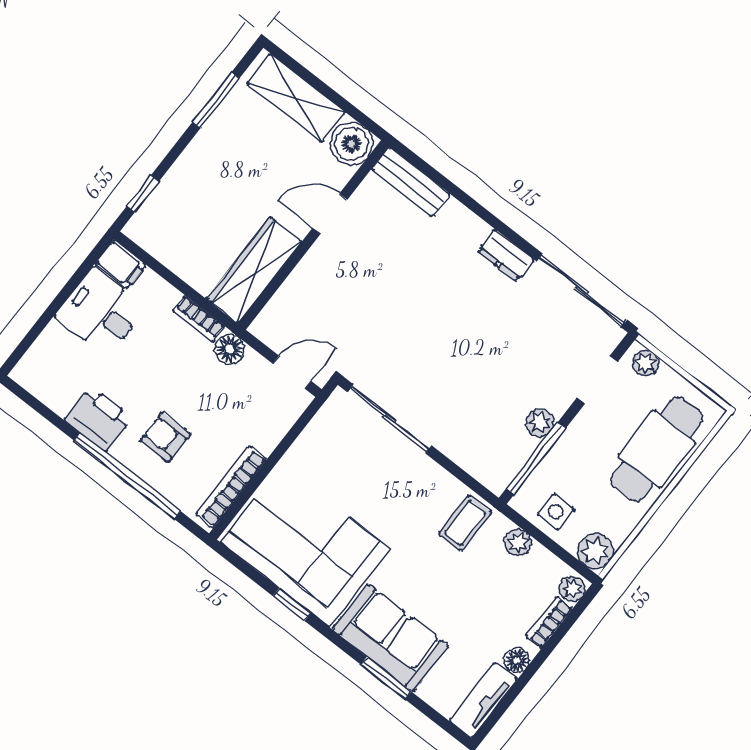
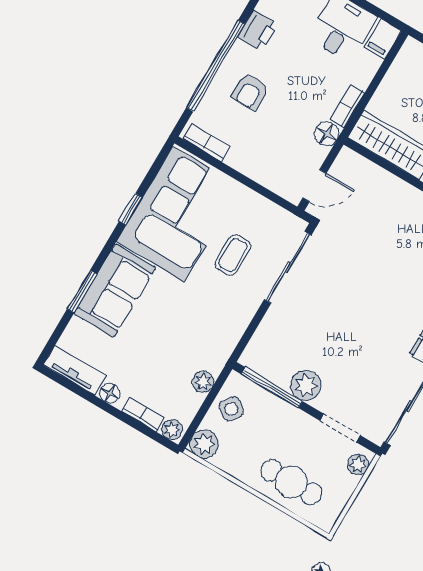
door: (292, 372) -> (315, 186), hinge flipped
printer: (98, 419) -> (258, 30), width x0.73, depth x0.81
plant: (540, 423) -> (306, 385), width x1.38, depth x1.38
armchair: (165, 437) -> (250, 92), turned 180
cafe table: (657, 449) -> (291, 482), width x0.73, depth x0.74
bookcase: (231, 487) -> (207, 143), width x0.64
side table: (556, 512) -> (231, 409), turned 37
coffee table: (465, 523) -> (233, 255), moved, turned 90

